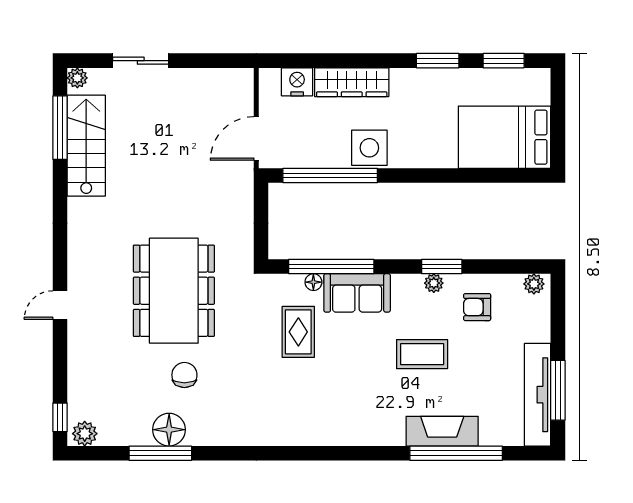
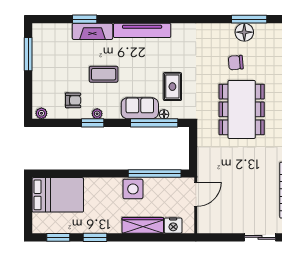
chair: (184, 375) -> (236, 63), turned 85
tv unit: (538, 395) -> (142, 30), moved, turned 90
window: (456, 453) -> (85, 19), width x0.47

